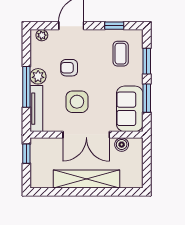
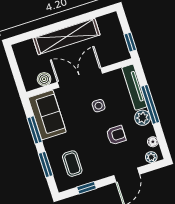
floor lamp: (35, 50) -> (153, 142), added
side table: (77, 102) -> (99, 106), width x0.54, depth x0.54

